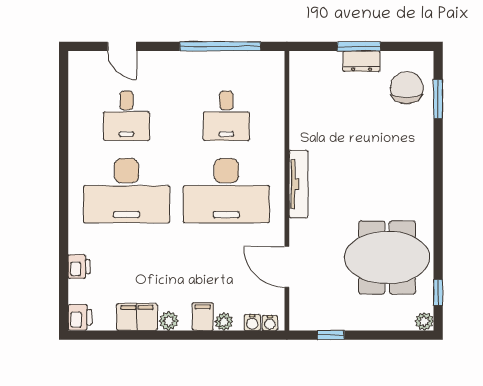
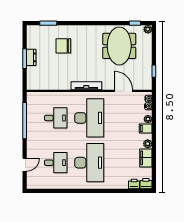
chair: (407, 88) -> (63, 46), moved
printer: (79, 267) -> (134, 184), moved
door: (287, 267) -> (123, 91), swing flipped

